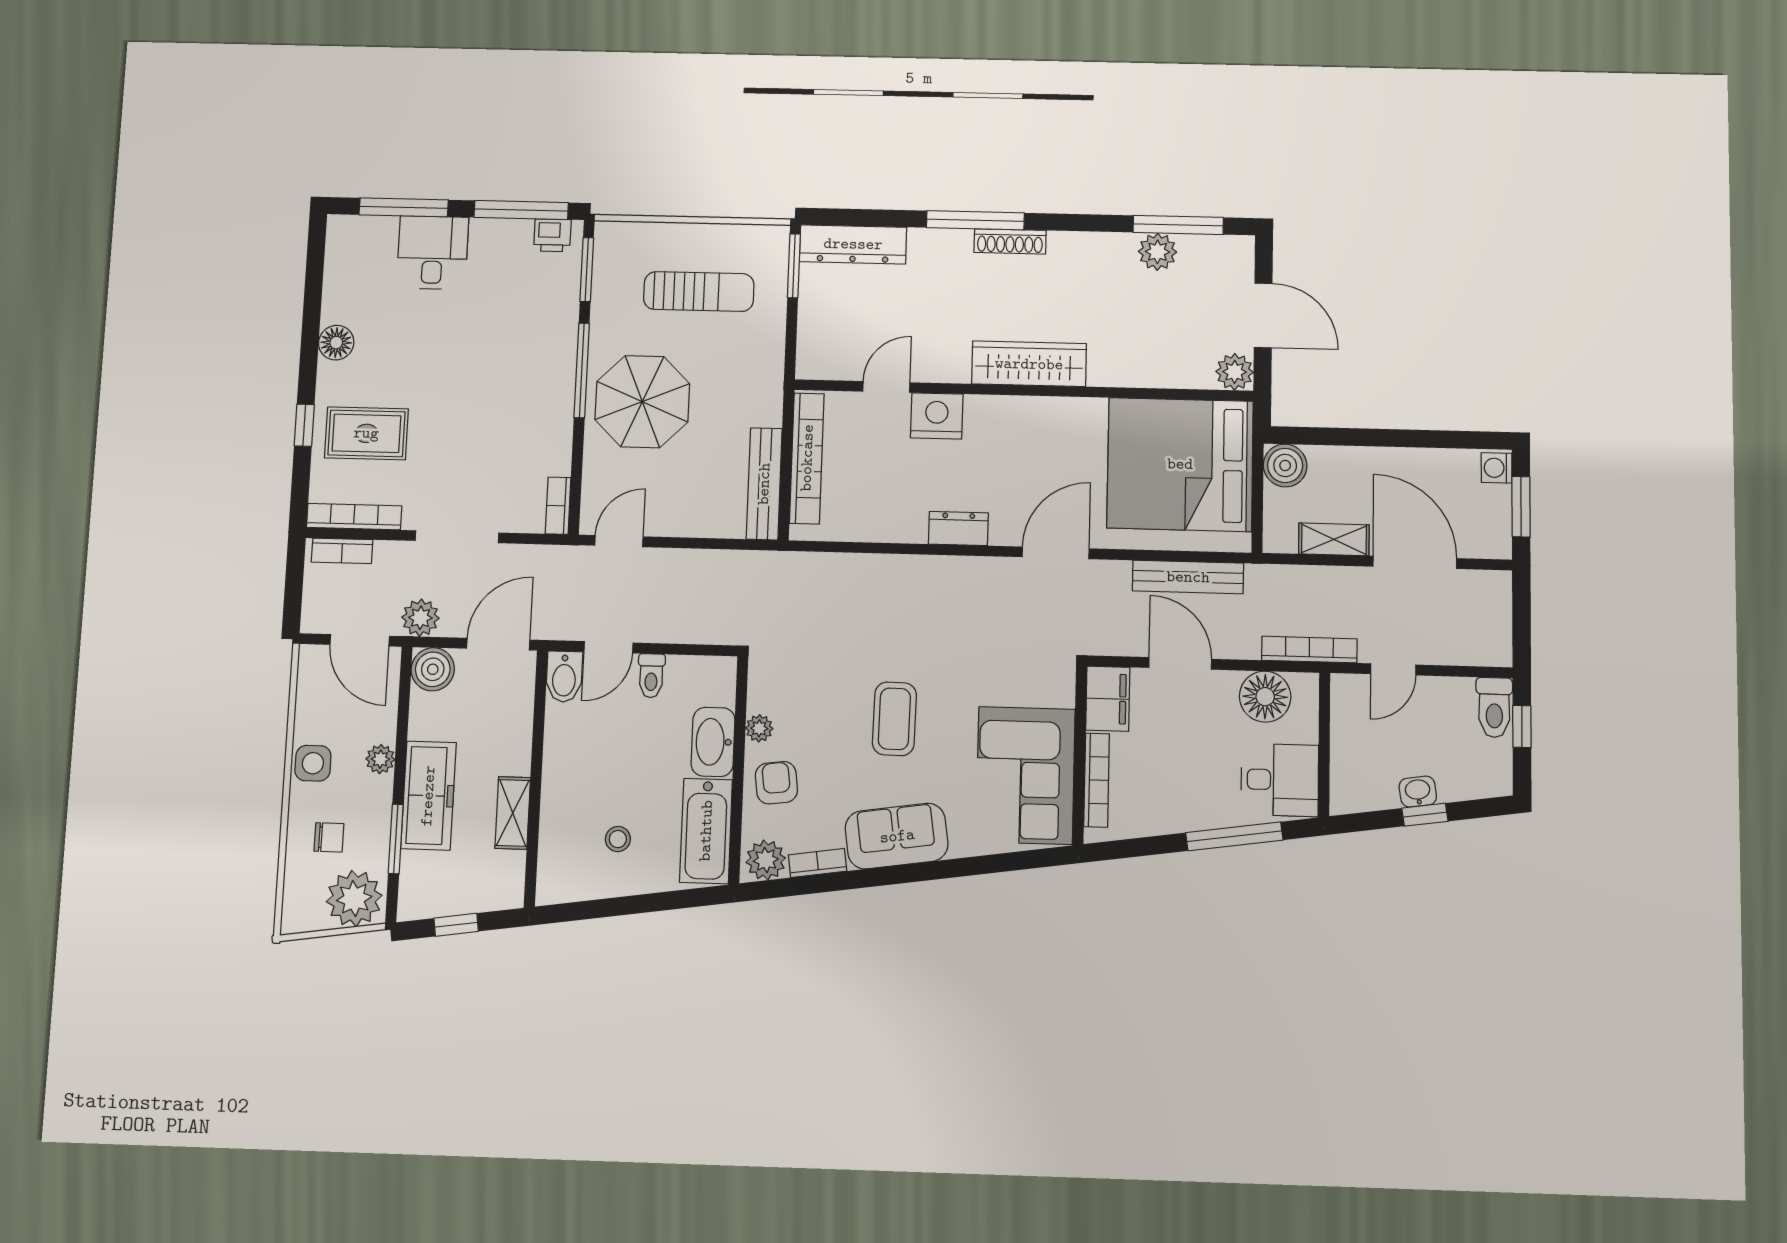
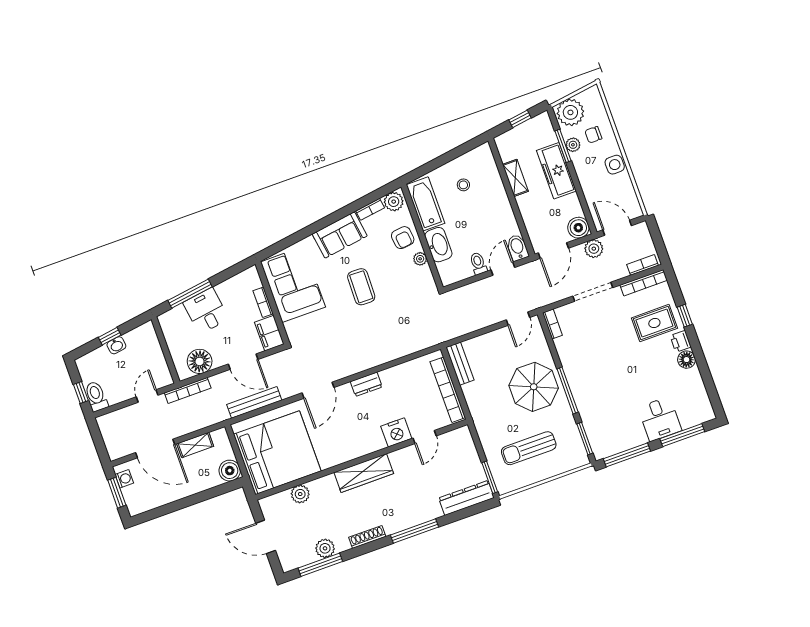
printer: (552, 235) -> (681, 341), moved, turned -90
shoe rack: (1010, 241) -> (367, 537), moved
plant: (1235, 372) -> (300, 494), moved
washing machine: (1497, 468) -> (124, 479), moved
bench: (764, 484) -> (460, 364), width x0.73
plant: (380, 759) -> (573, 145), moved
bookcase: (1097, 780) -> (263, 302), width x0.64
desk: (1280, 780) -> (206, 311), moved, turned 82

